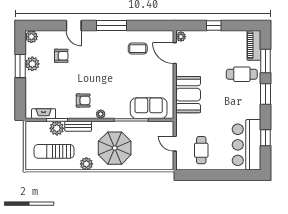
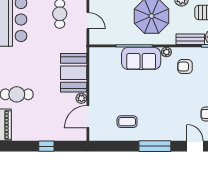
plant: (181, 37) -> (81, 98), moved
door: (175, 53) -> (88, 117), swing flipped
sofa: (149, 108) -> (141, 58), moved

